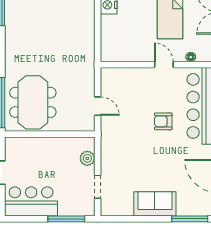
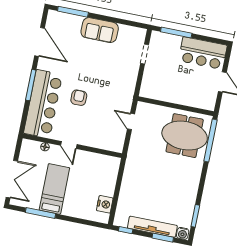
meeting table: (33, 102) -> (185, 136), turned 90
armchair: (163, 121) -> (79, 98), turned -90
plant: (87, 158) -> (148, 79), removed

